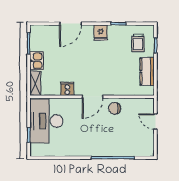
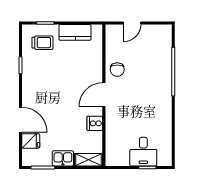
fridge: (101, 33) -> (31, 141), moved
door: (93, 97) -> (104, 95), swing flipped
desk: (46, 121) -> (143, 152), width x0.53, depth x0.77

